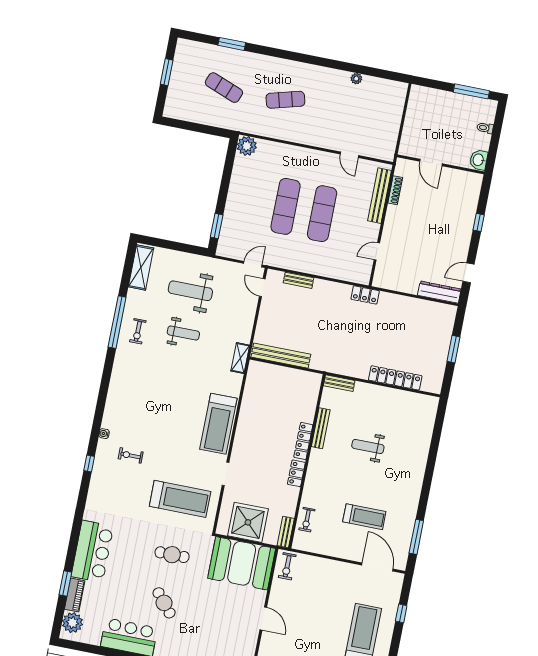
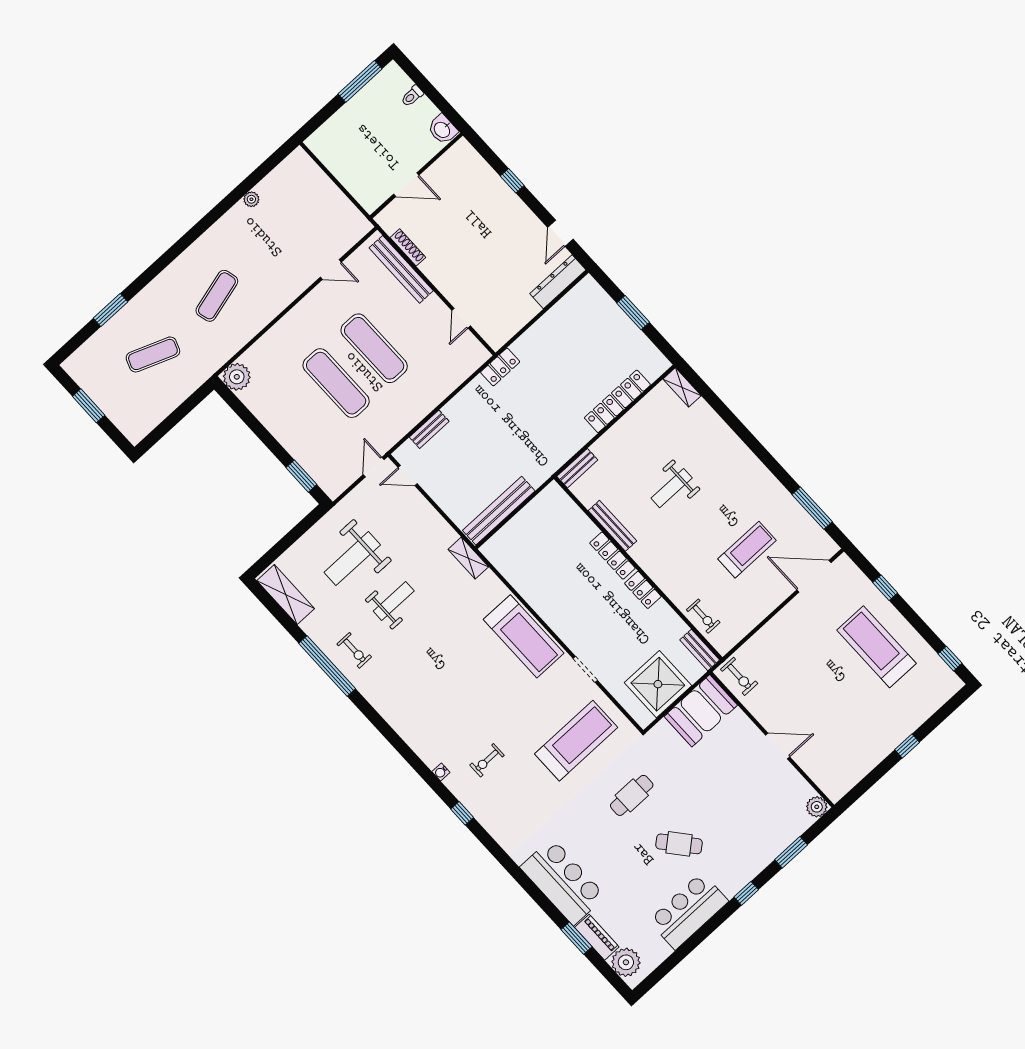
shelving: (431, 410) -> (682, 387), added
booth: (242, 563) -> (701, 711), width x0.73, depth x0.70

